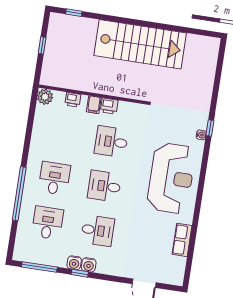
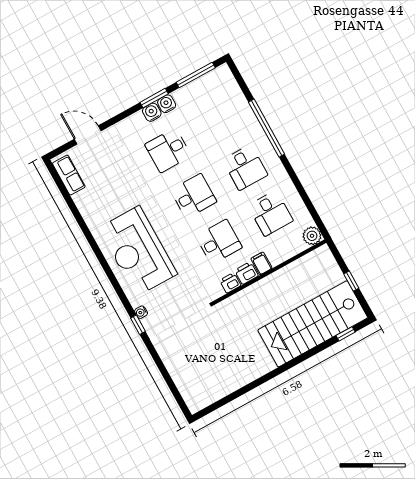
stairs: (140, 44) -> (313, 324), moved
printer: (73, 100) -> (230, 283), moved
desk: (48, 223) -> (271, 213), moved
row of seats: (182, 240) -> (69, 175), moved
window: (80, 273) -> (154, 98), width x1.50

